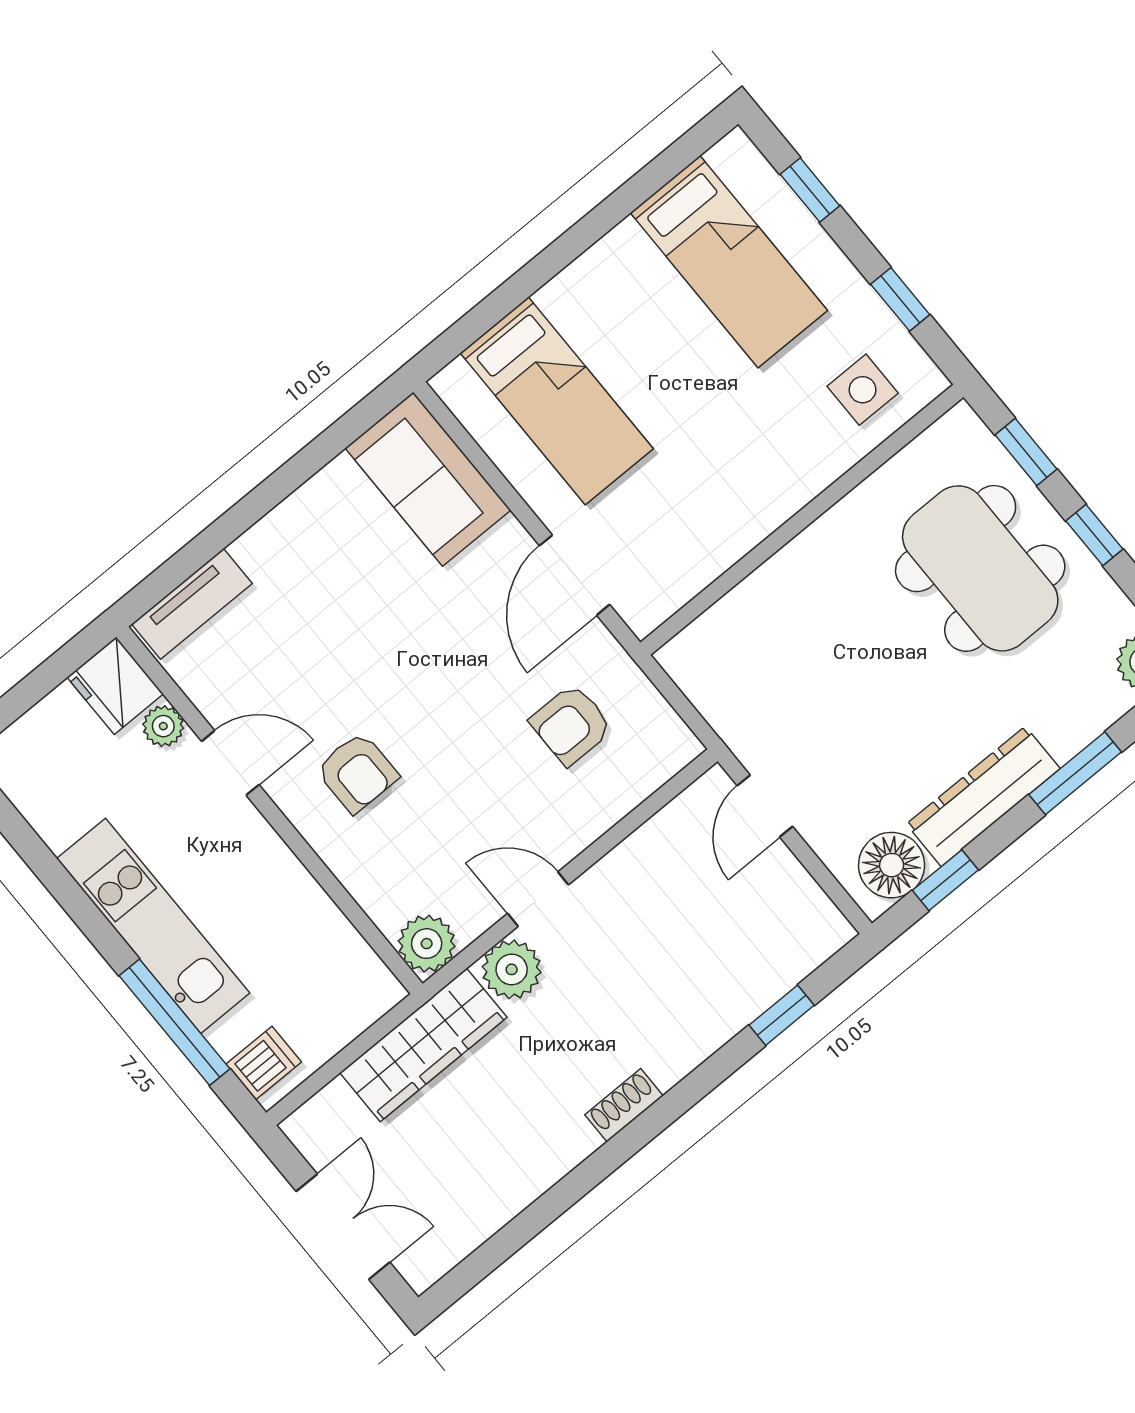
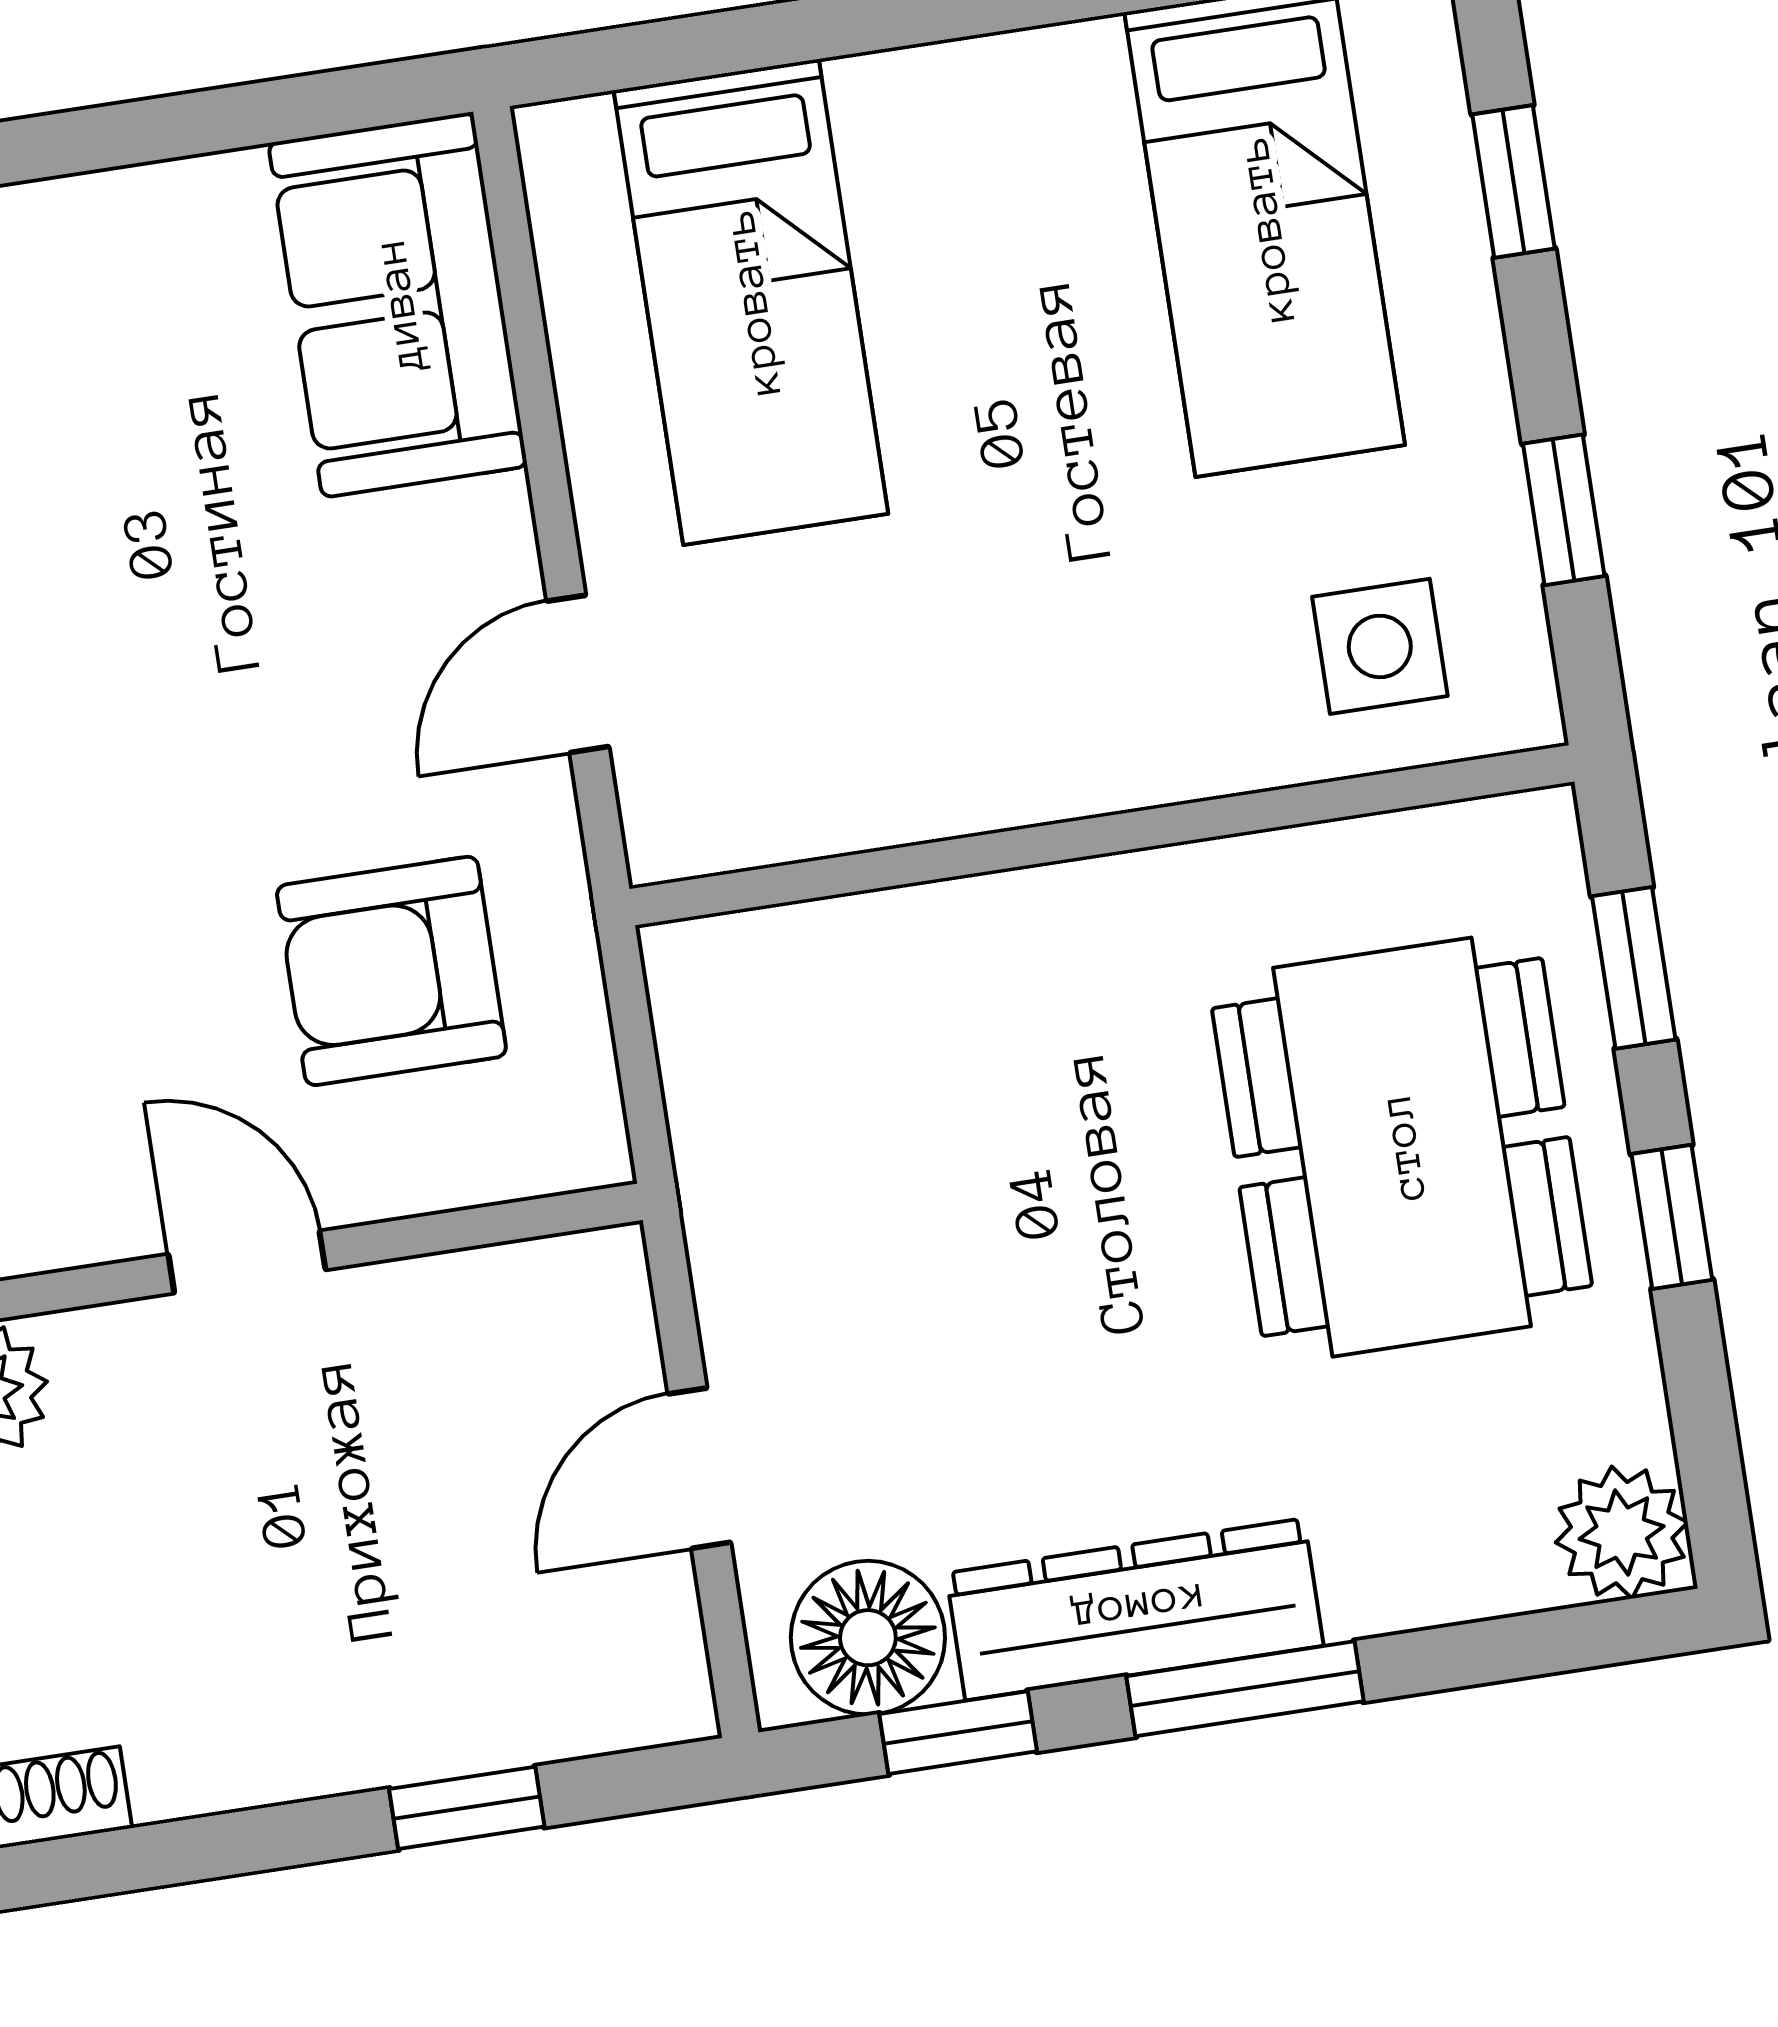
door: (575, 575) -> (578, 674), width x0.73
armchair: (571, 725) -> (391, 971), width x1.38, depth x1.38
window: (1075, 773) -> (1245, 1689), moved
door: (765, 806) -> (699, 1468), moved
door: (538, 899) -> (247, 1262), moved

